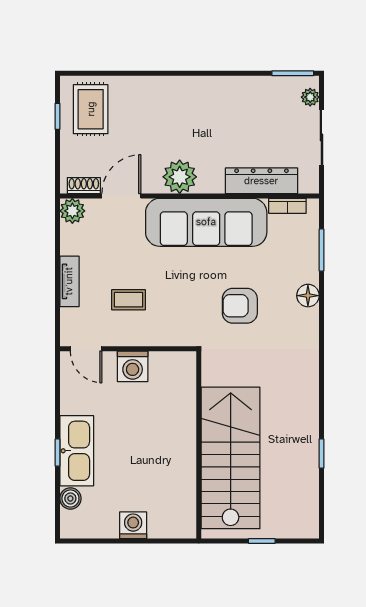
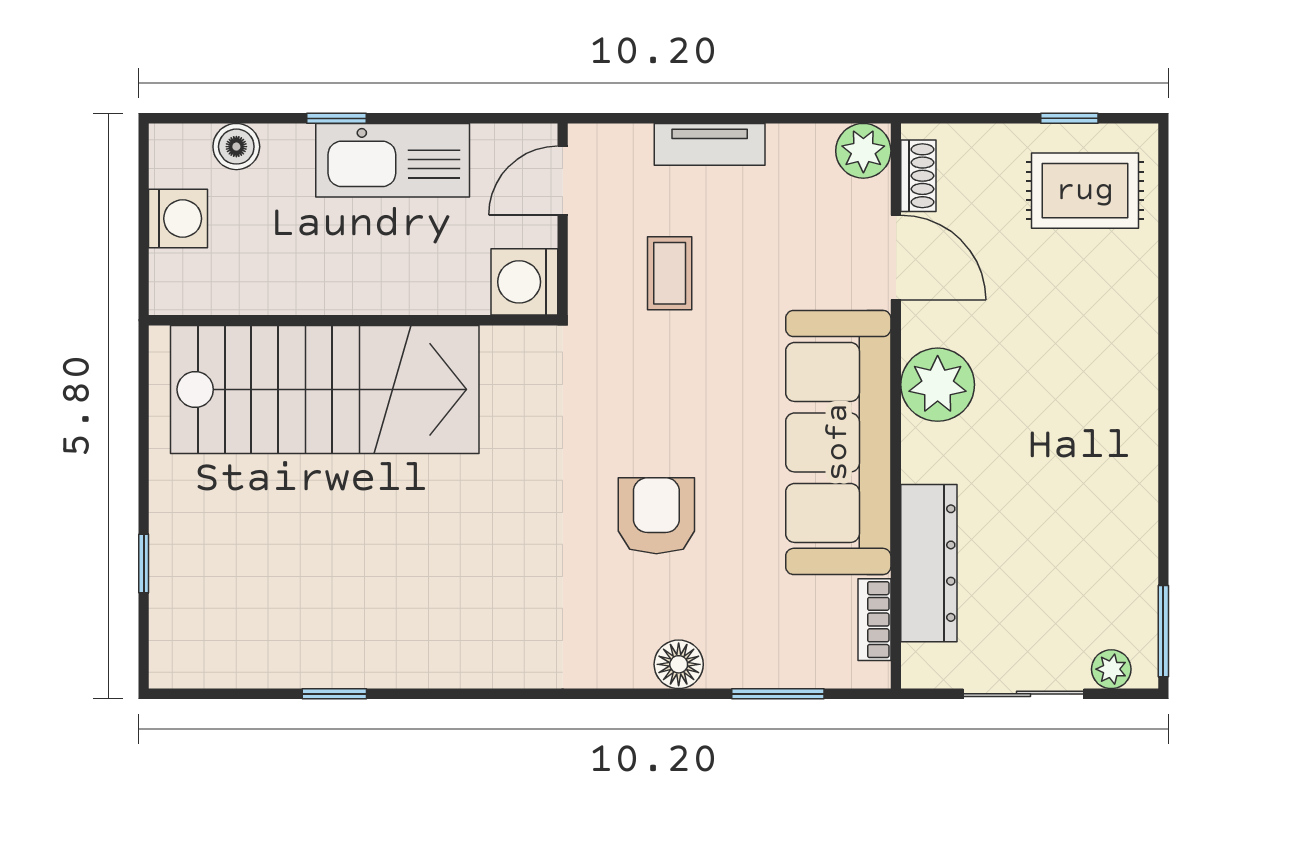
wall: (199, 445) -> (353, 320), moved
kitchen sink: (77, 451) -> (393, 160), moved
stairs: (231, 458) -> (325, 389), moved
washing machine: (133, 525) -> (178, 219), moved

